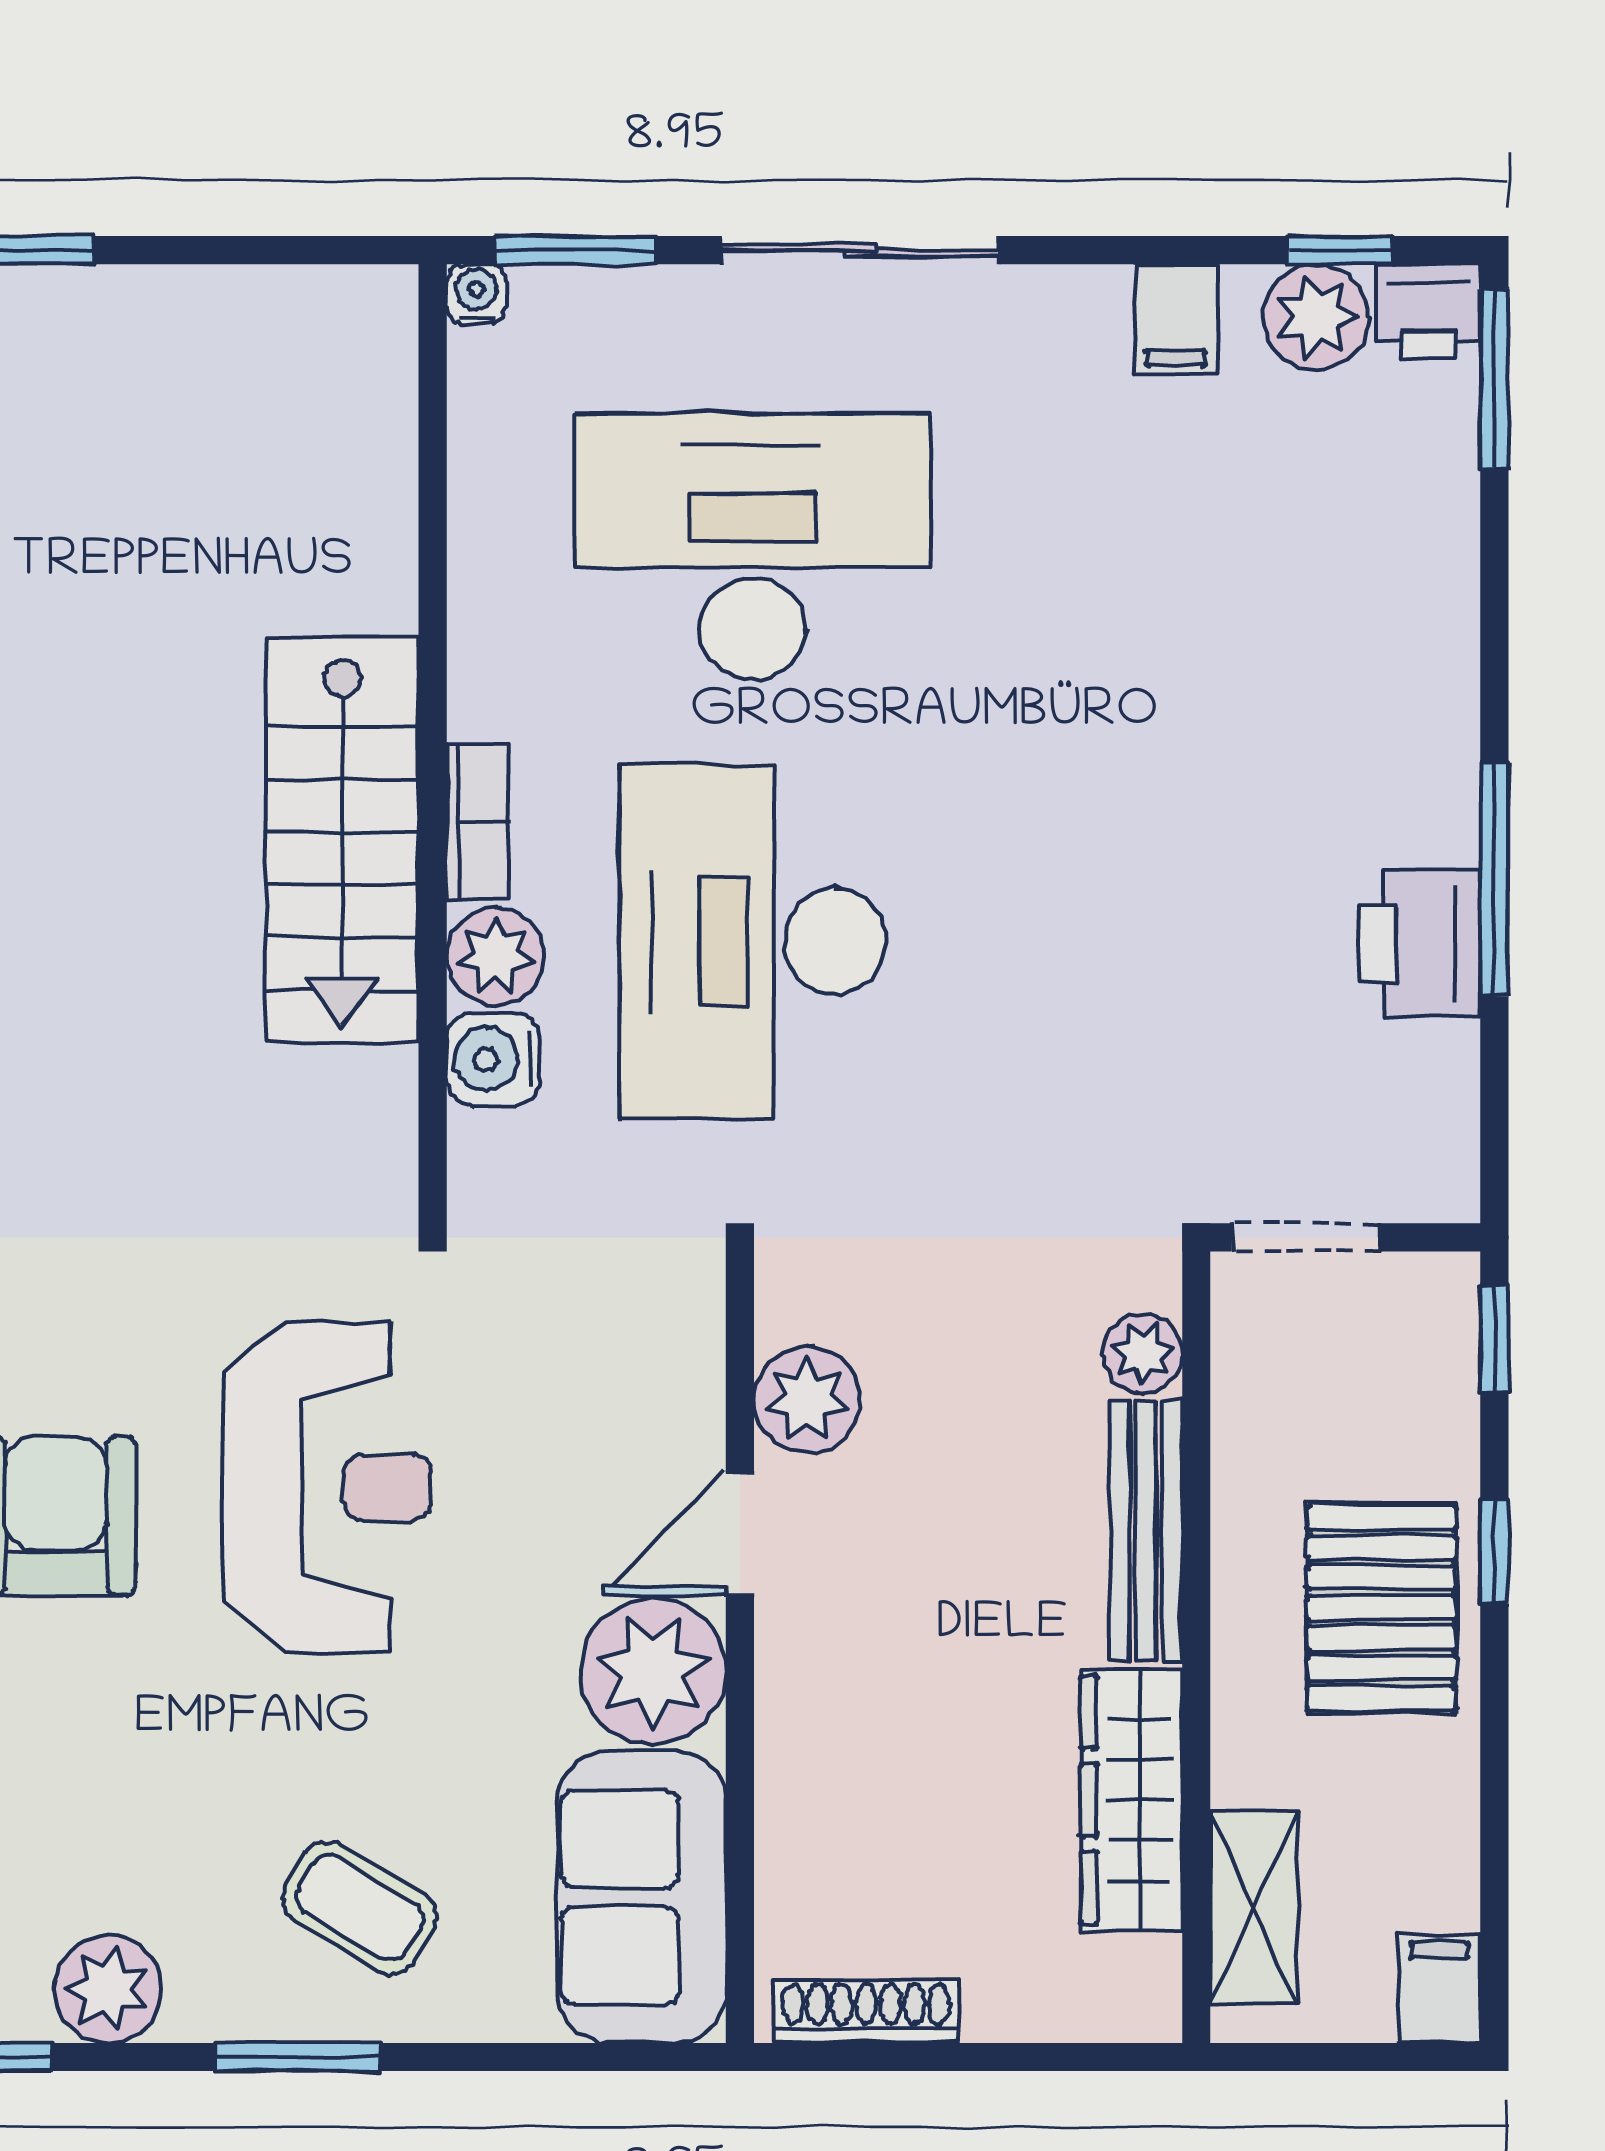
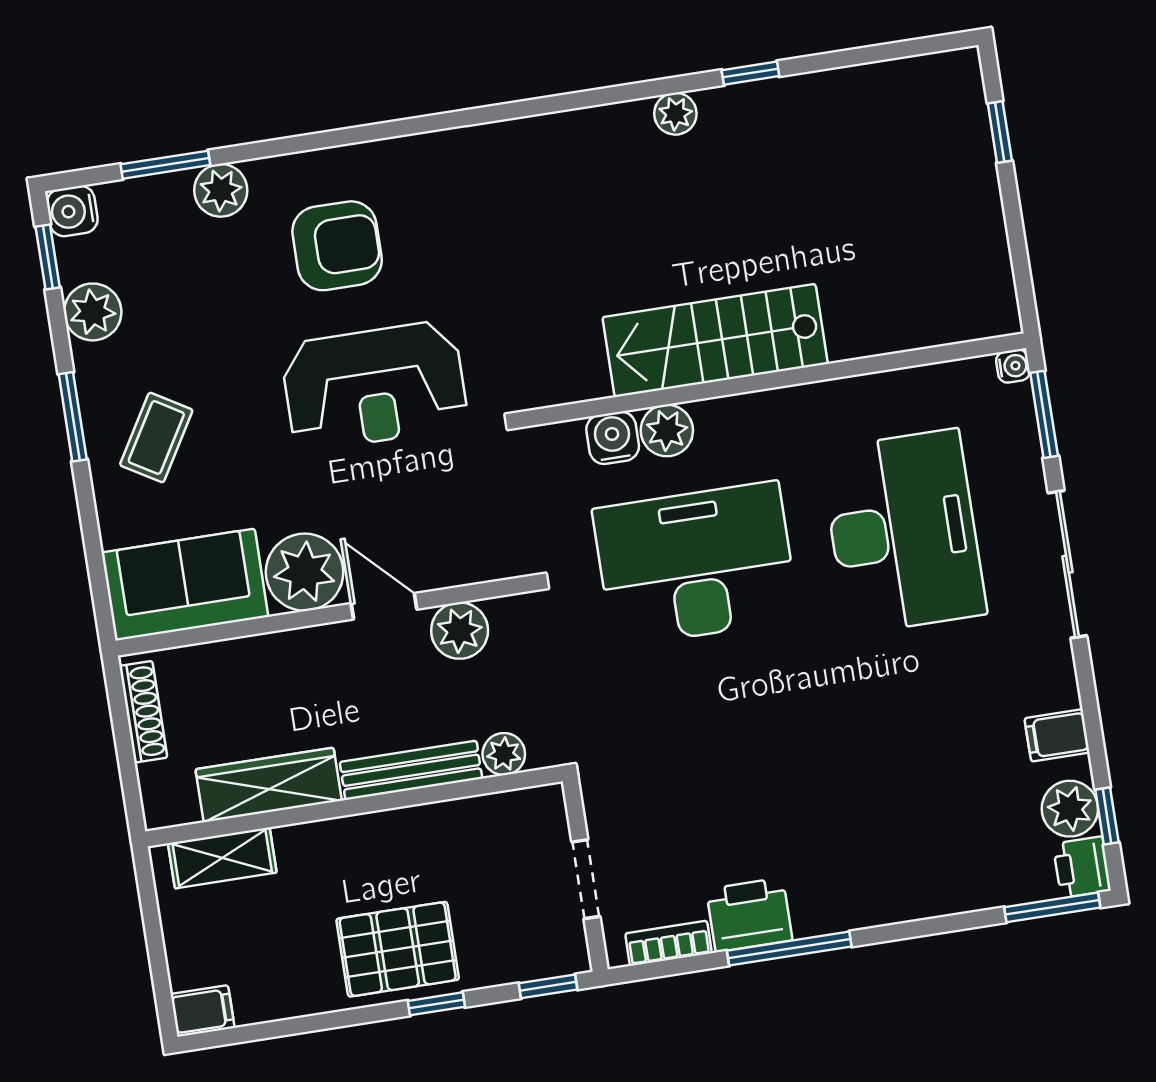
bookcase: (478, 822) -> (668, 943), moved, turned 180
plant: (1143, 1354) -> (504, 754), moved
bench: (1146, 1531) -> (411, 770), moved
wall: (1196, 1647) -> (354, 806), moved
wardrobe: (1132, 1800) -> (269, 785), moved
shelving: (1254, 1907) -> (222, 858), moved

